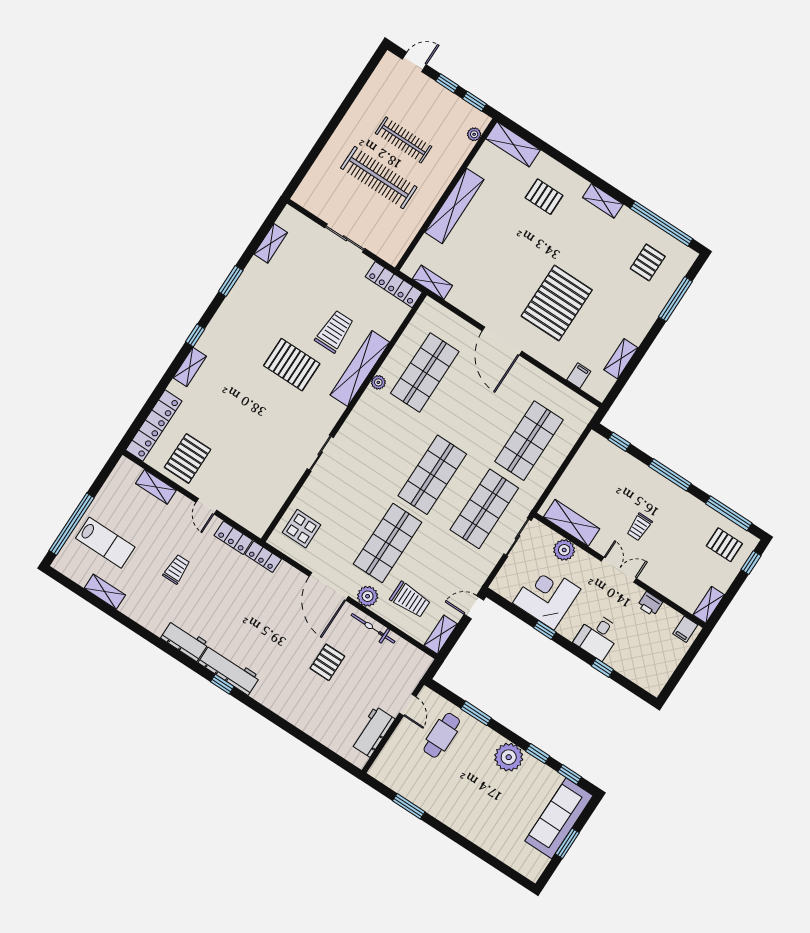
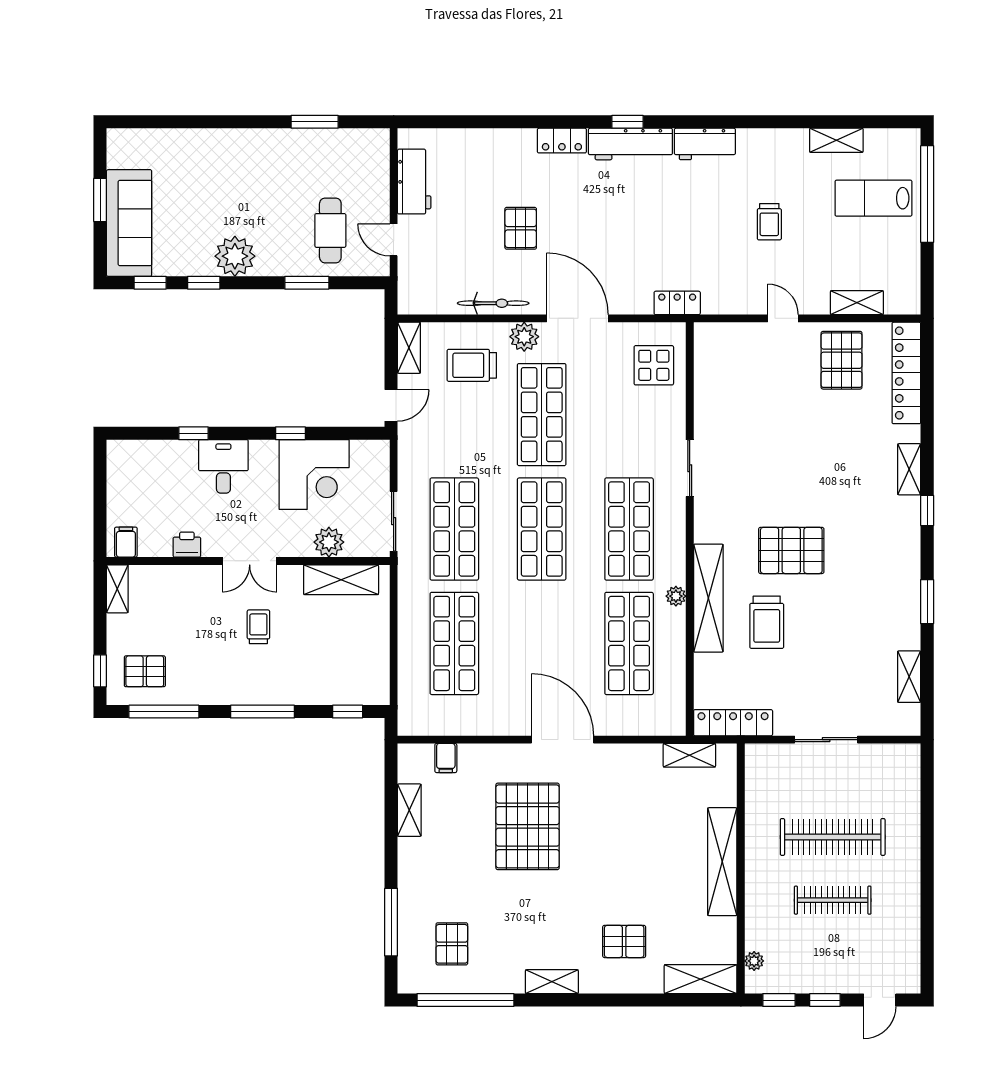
shop shelf: (380, 441) -> (629, 529), added
locker: (233, 538) -> (562, 141), moved, turned 180

